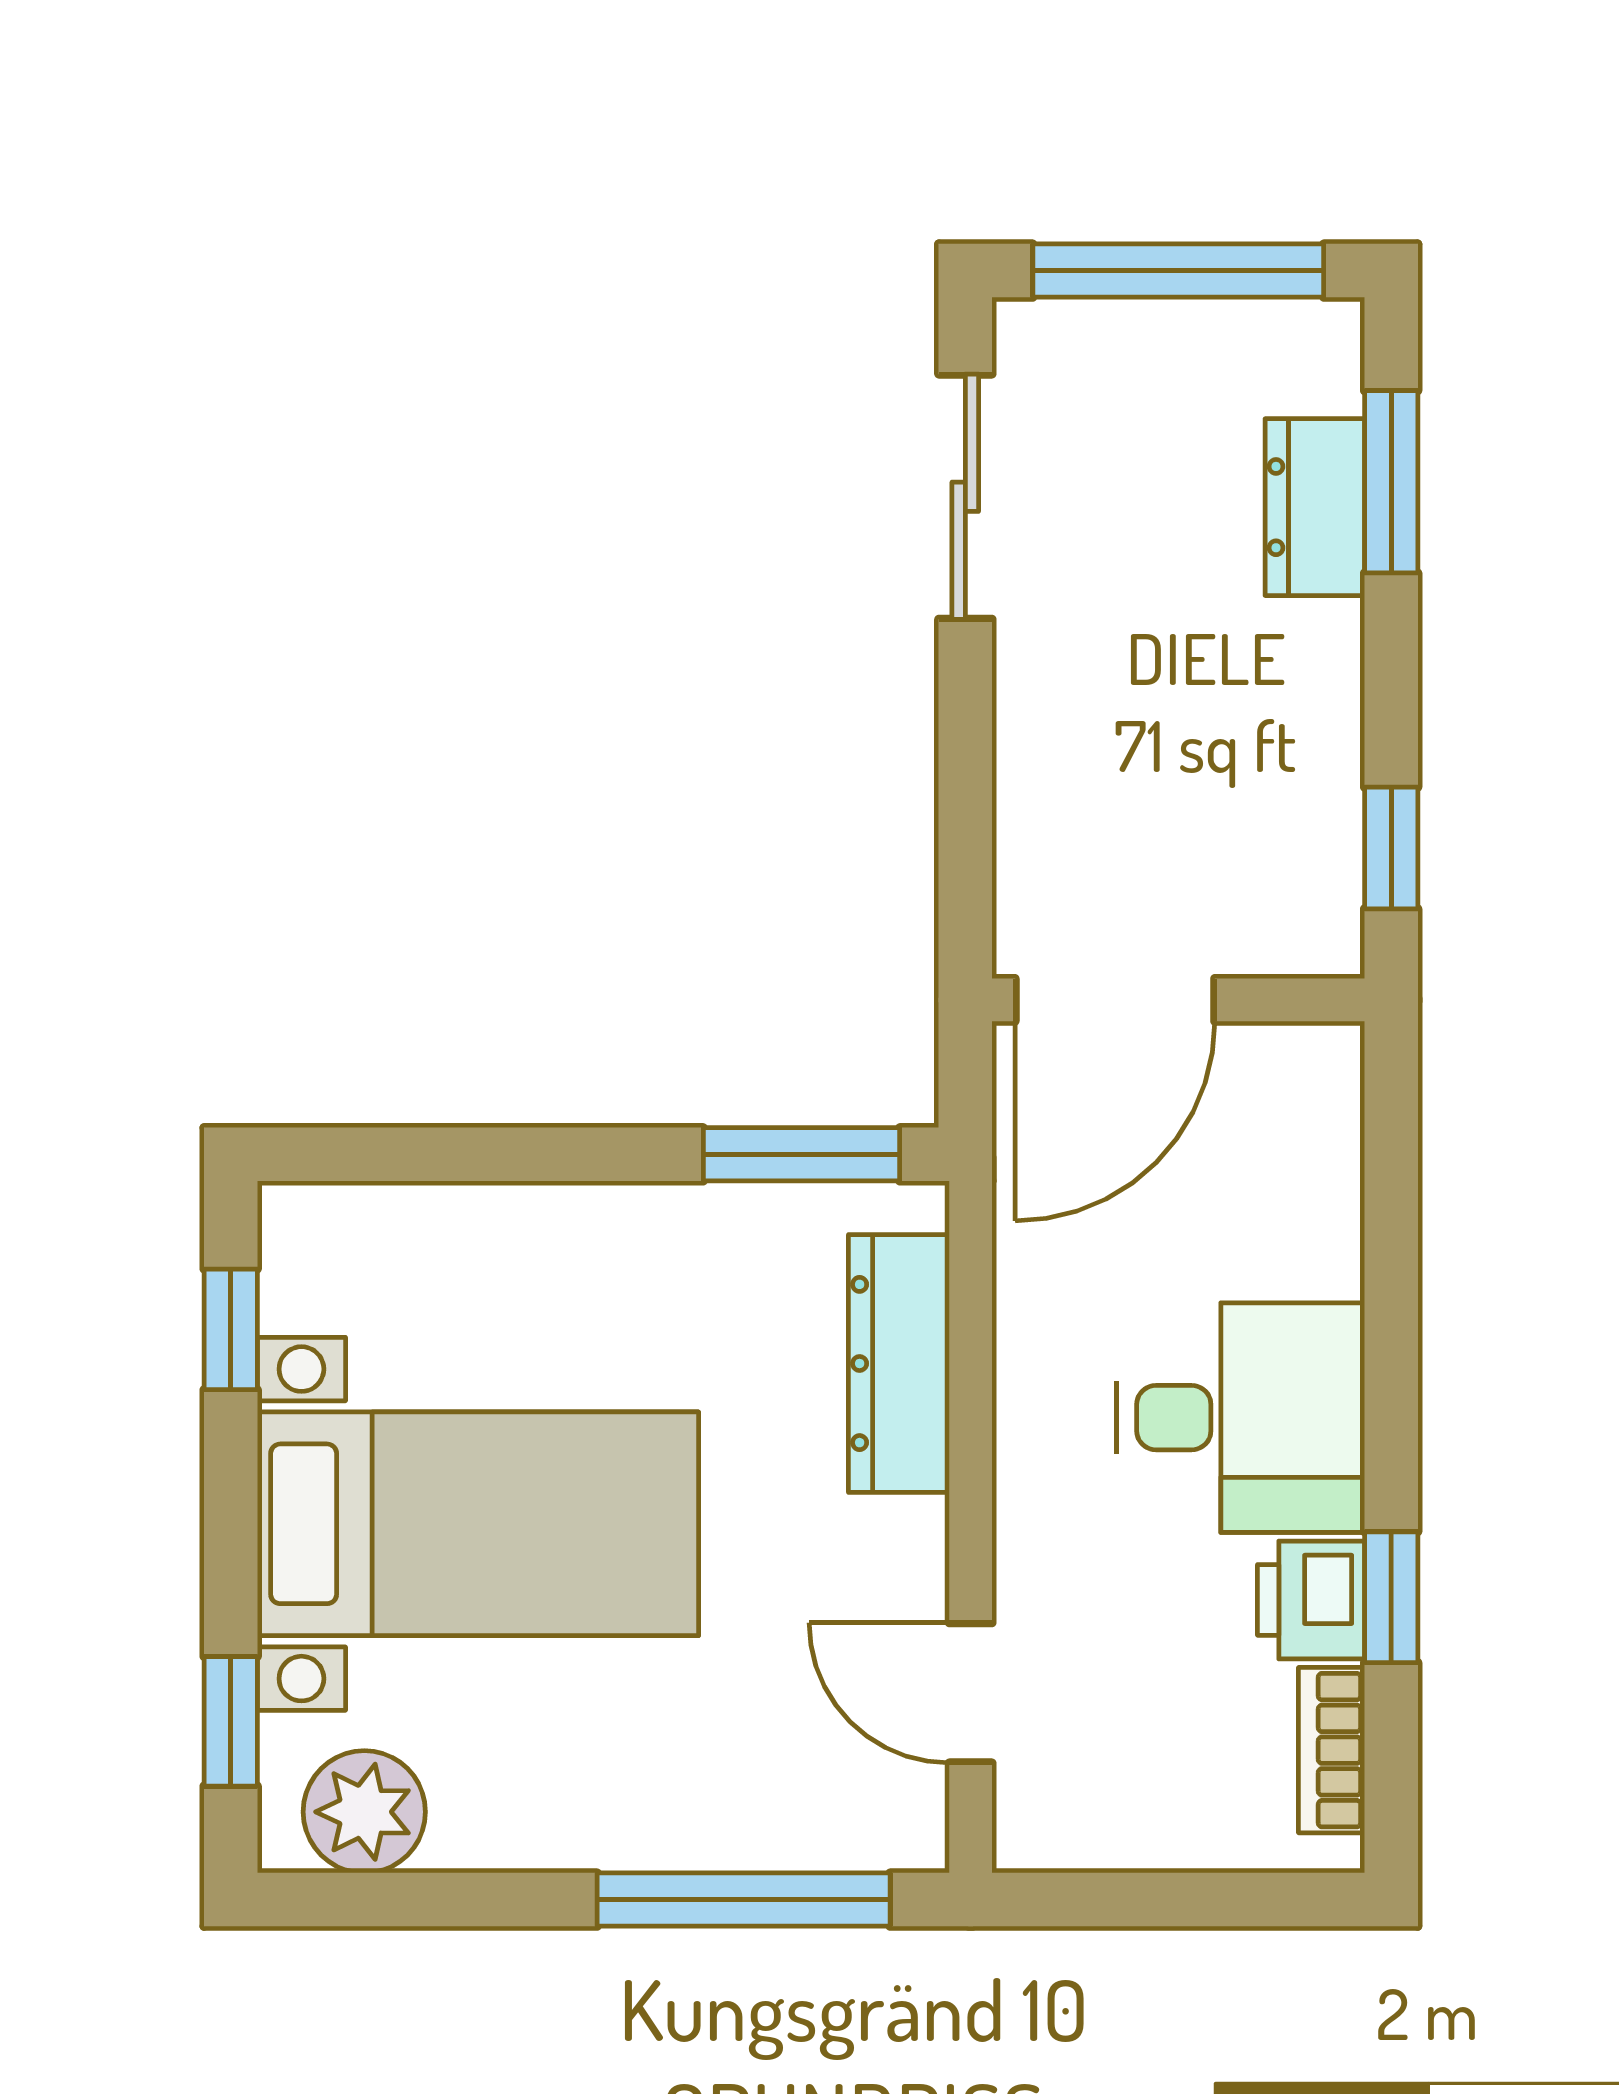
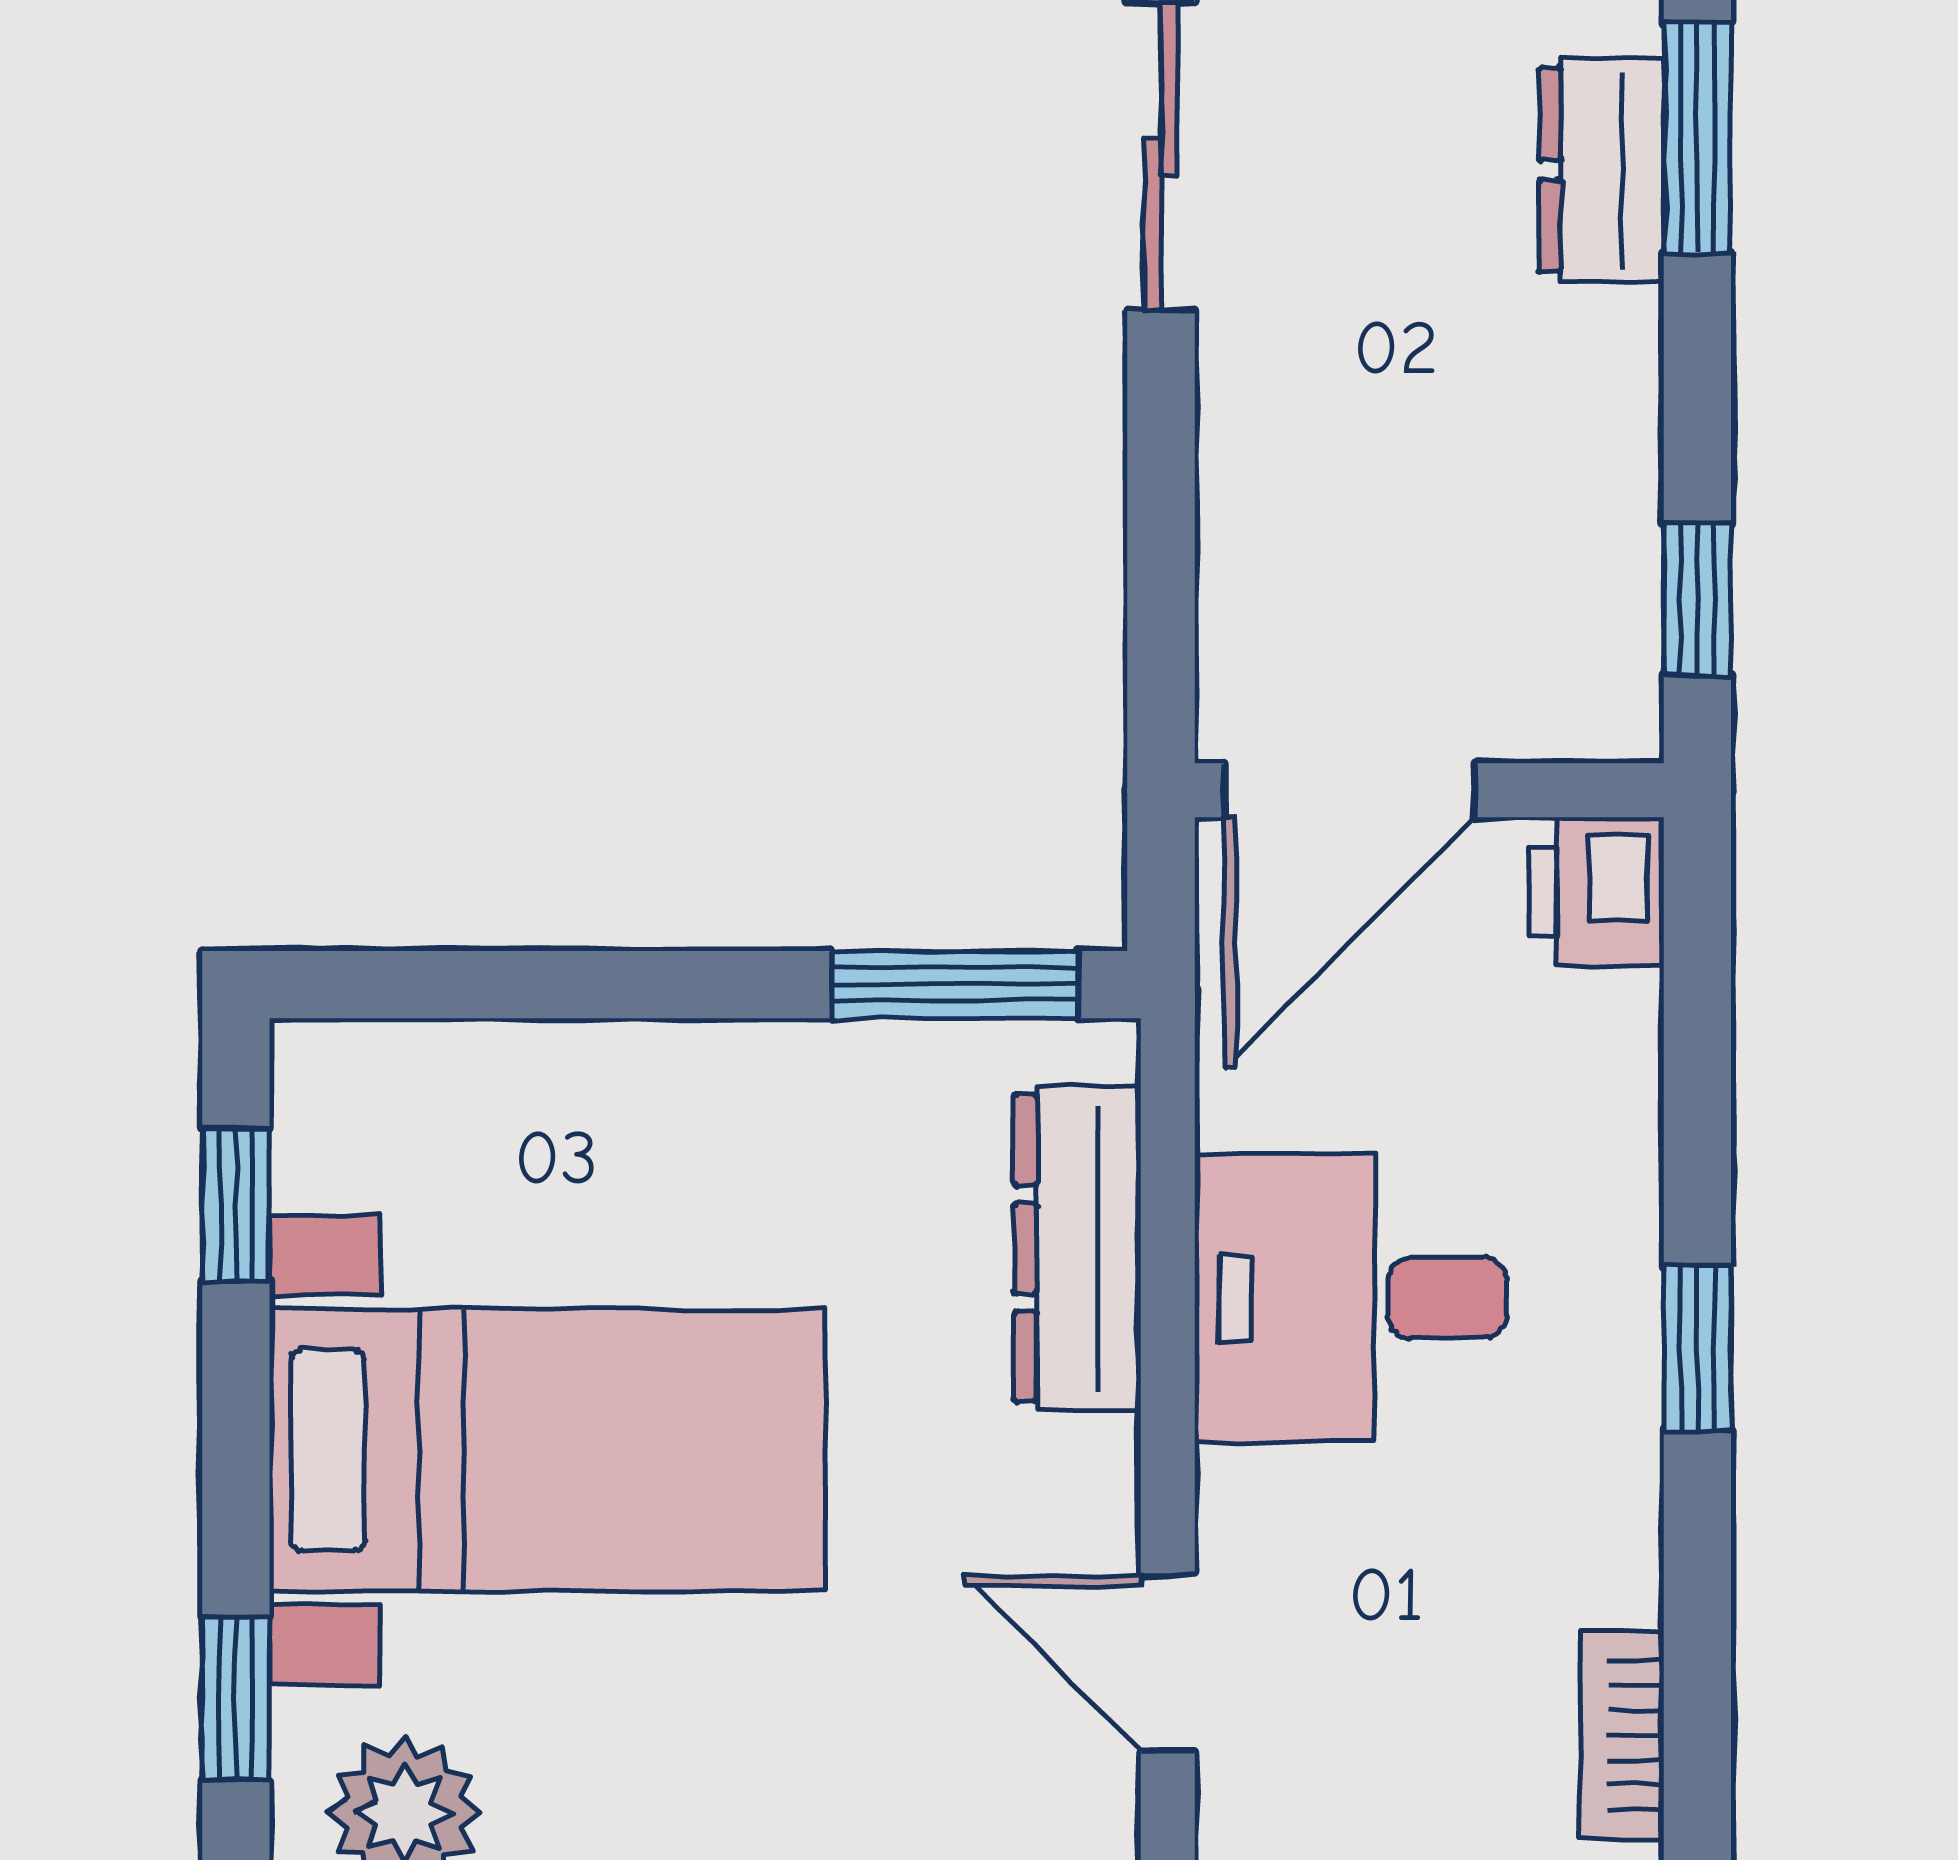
desk: (1241, 1418) -> (1351, 1298), moved, turned 180
window: (1391, 1597) -> (1697, 1348), moved
printer: (1311, 1600) -> (1596, 891), moved

